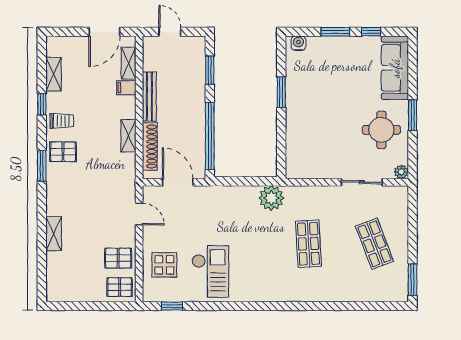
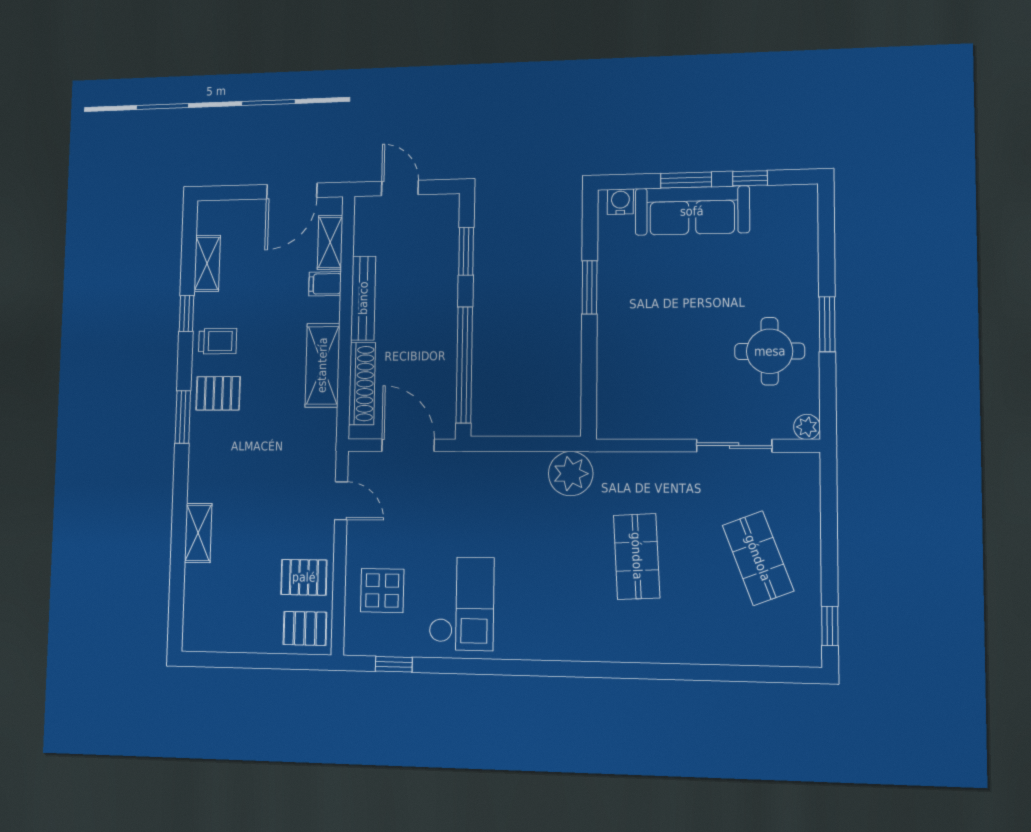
sofa: (395, 68) -> (692, 211), moved, turned -90
shelving: (128, 136) -> (322, 365), width x1.50, depth x1.33
window: (413, 280) -> (830, 626), width x0.67

